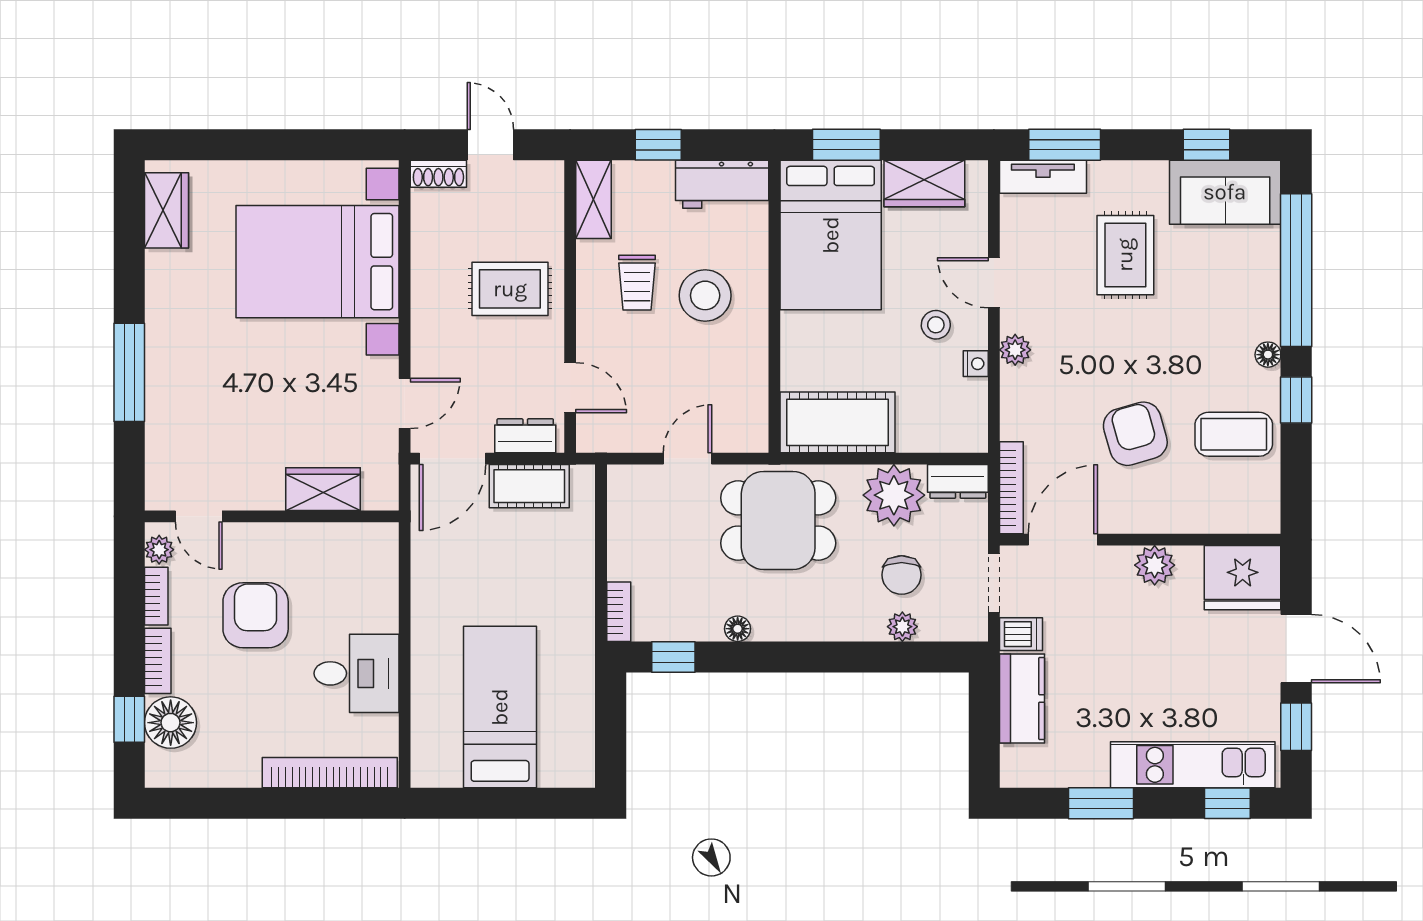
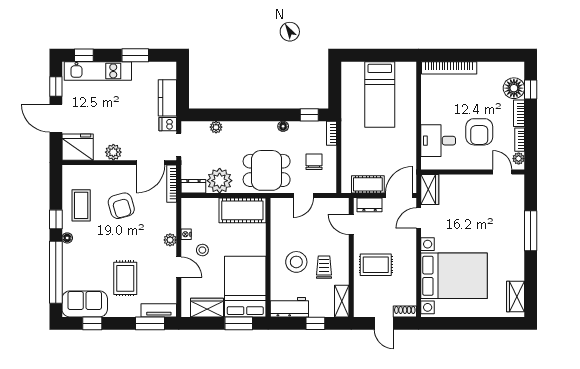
coffee table: (1234, 434) -> (81, 205), turned 90
wardrobe: (323, 489) -> (430, 190), moved, turned -90
chair: (902, 575) -> (314, 162), moved
desk: (357, 673) -> (438, 141), moved

